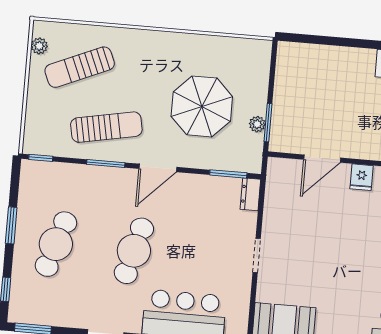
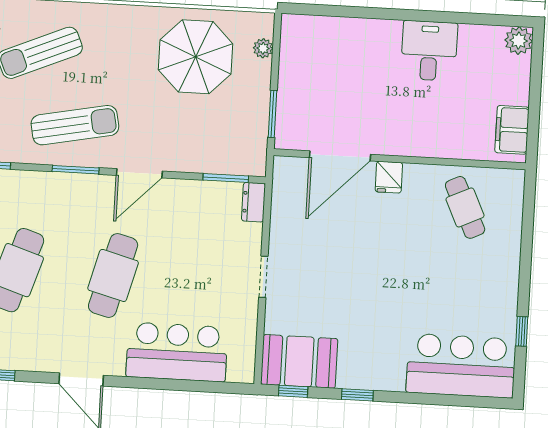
parasol: (202, 106) -> (196, 57), moved
plant: (257, 124) -> (263, 48), moved
door: (322, 159) -> (340, 156), width x1.36

